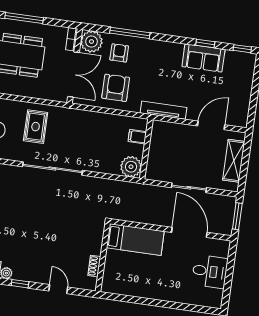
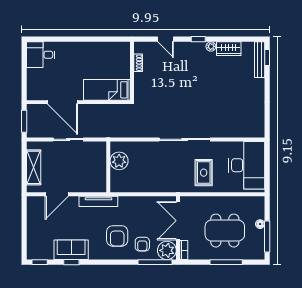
window: (130, 33) -> (155, 262), moved
armchair: (116, 88) -> (117, 236), moved
filing cabinet: (137, 137) -> (117, 176), removed
plant: (131, 167) -> (119, 161), moved
desk: (210, 272) -> (41, 55), moved

